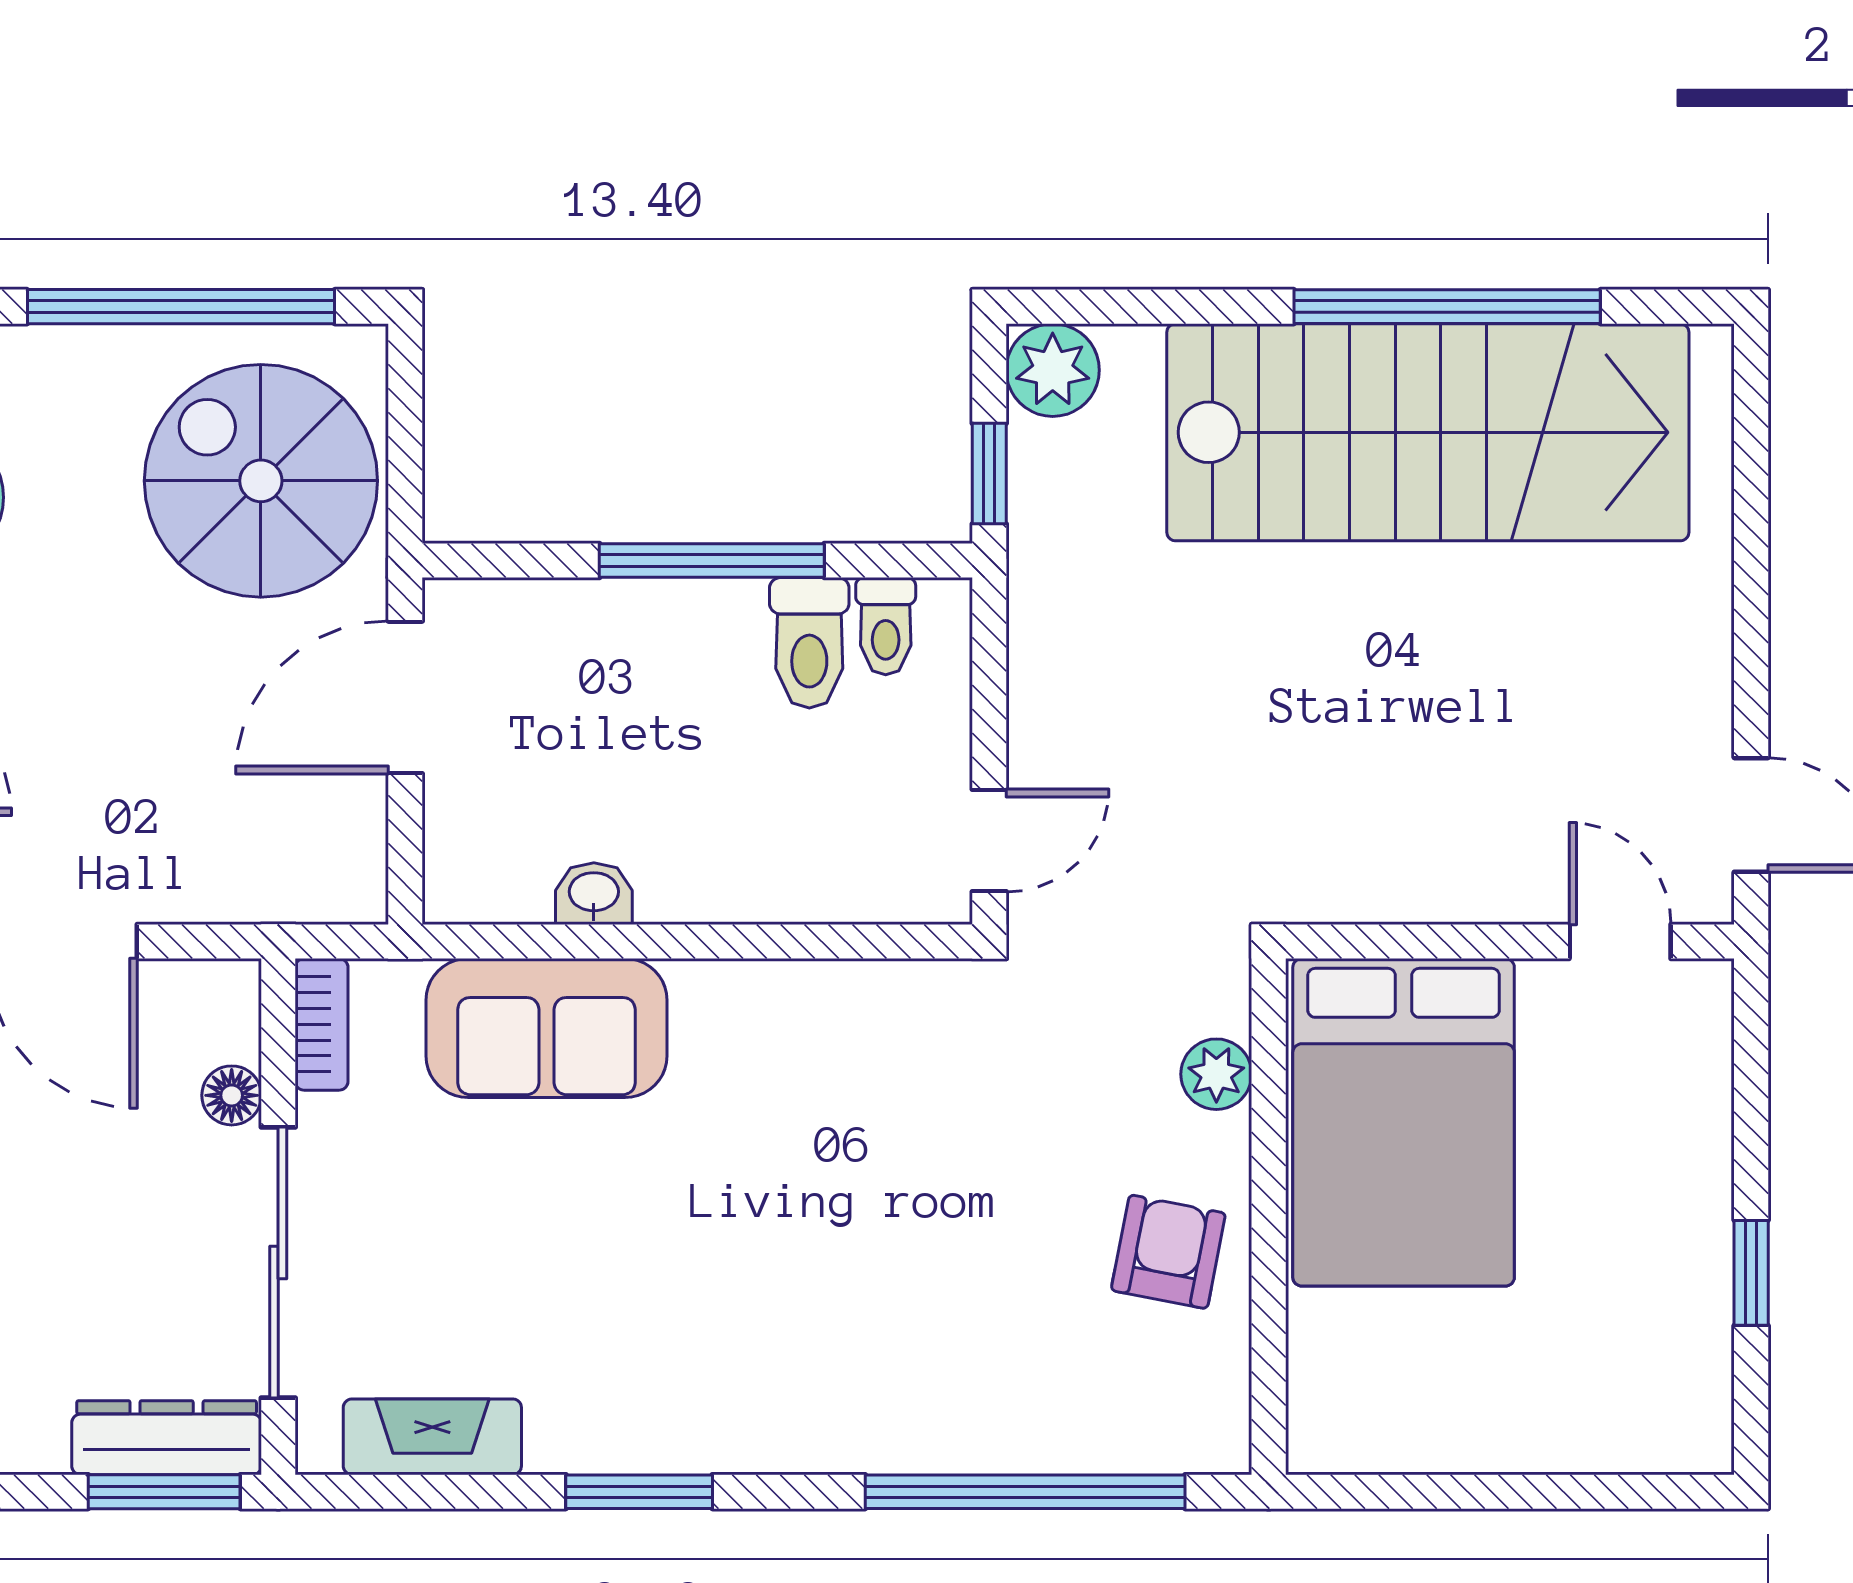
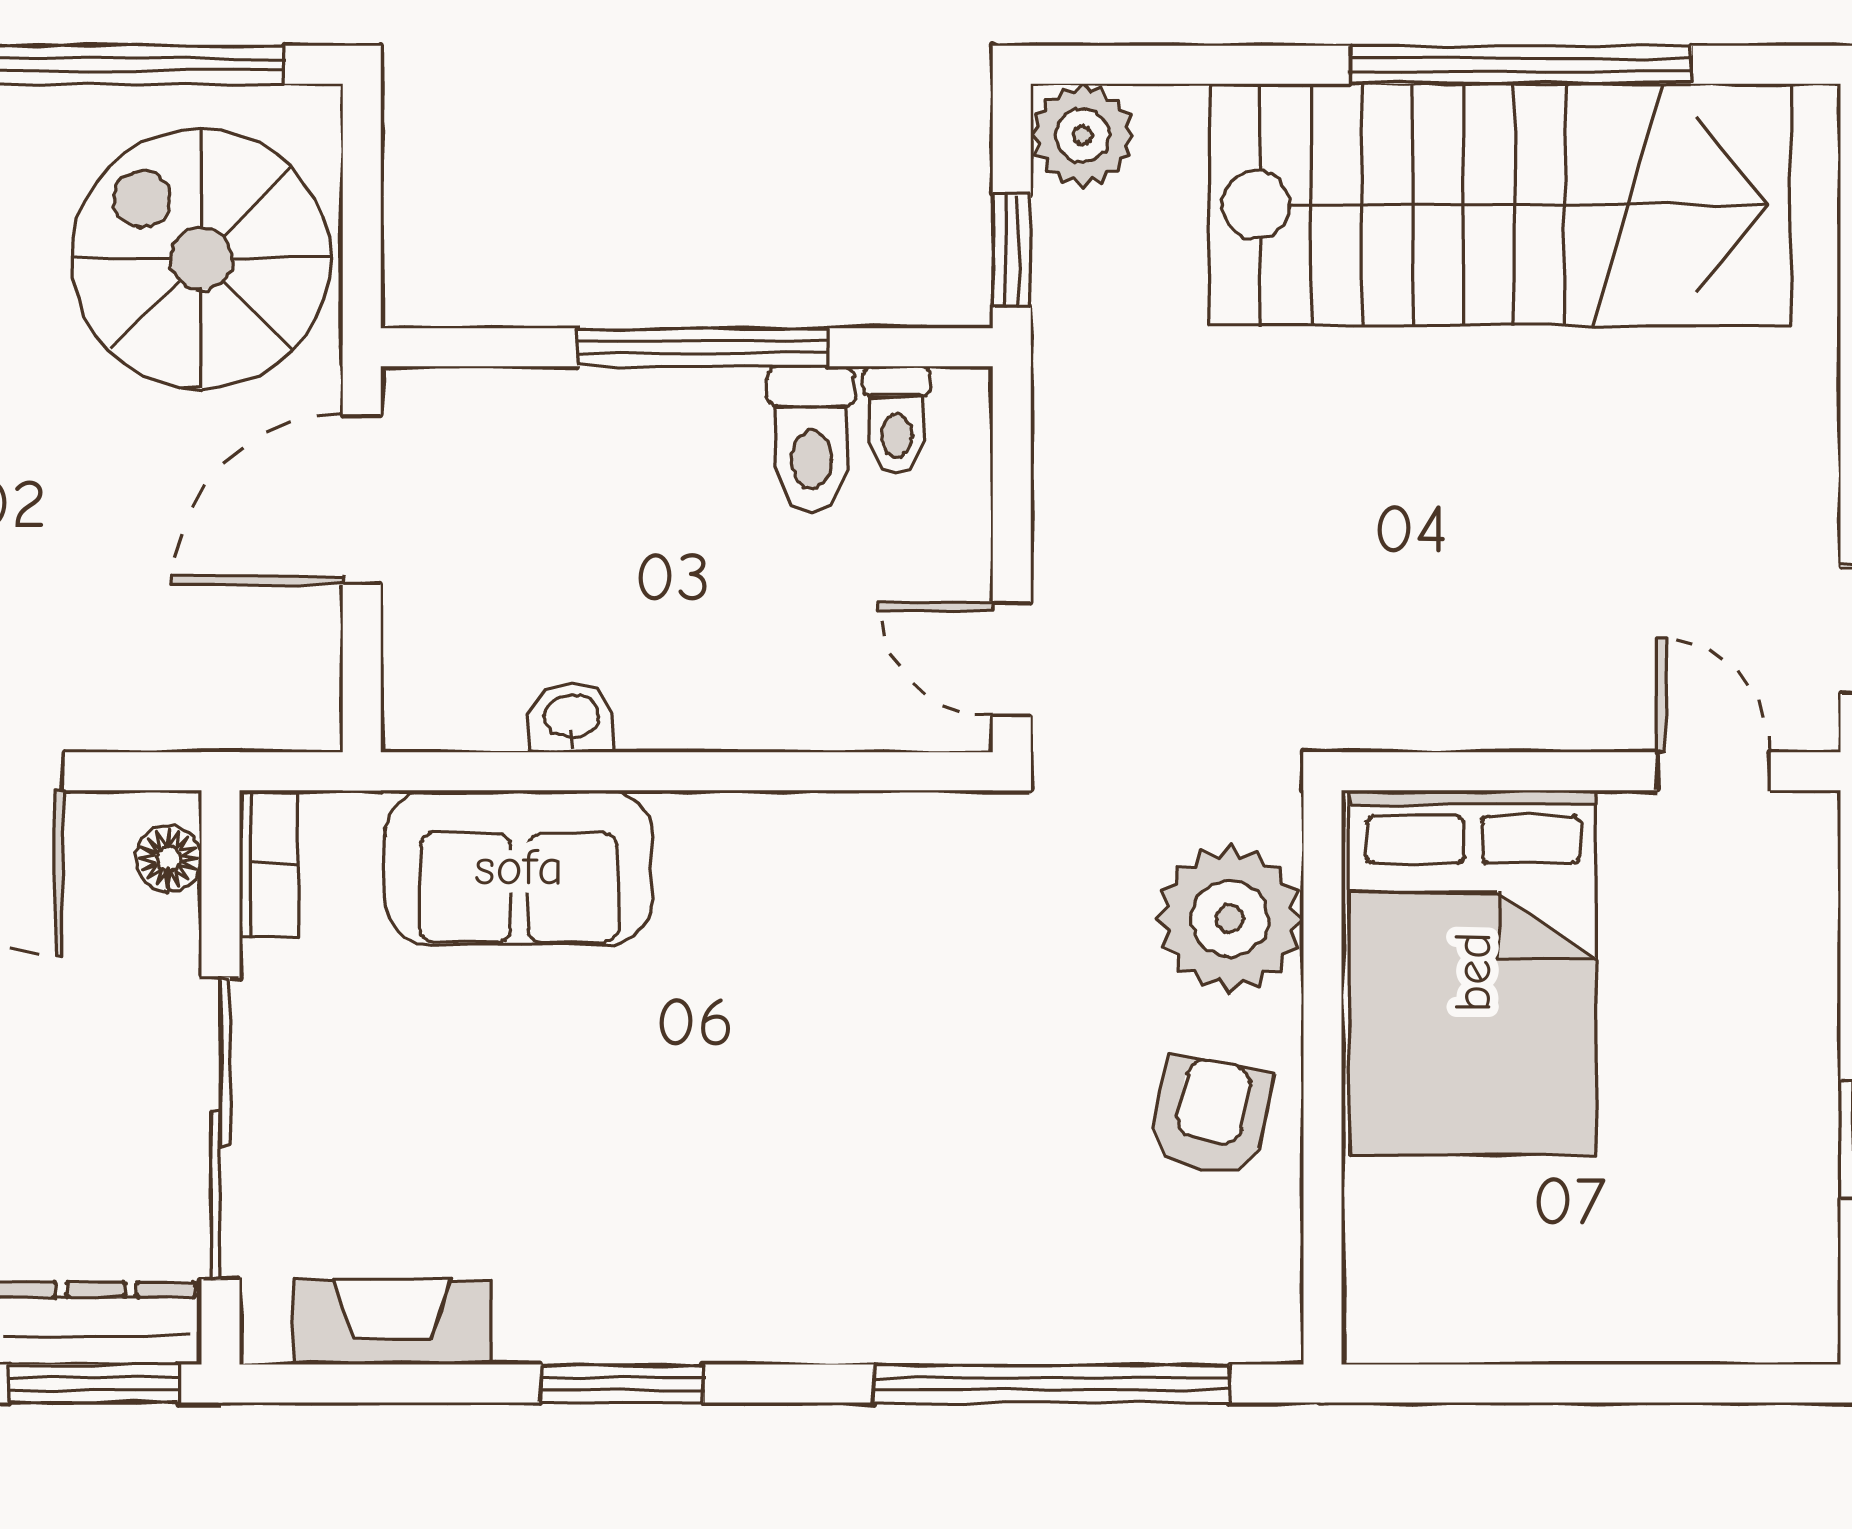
door: (989, 841) -> (1012, 659), swing flipped
plant: (1216, 1074) -> (1230, 919), width x1.87, depth x1.87
floor lamp: (232, 1095) -> (169, 859), moved

